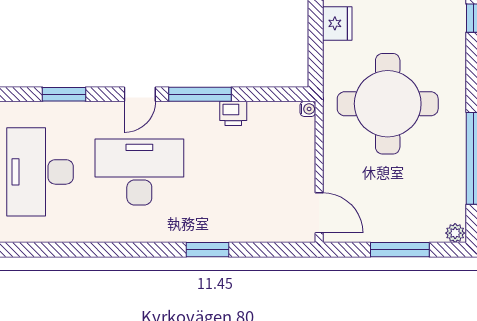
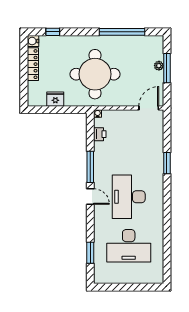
window: (64, 94) -> (90, 253), moved
printer: (233, 113) -> (100, 134), moved
plant: (455, 233) -> (159, 66), moved

